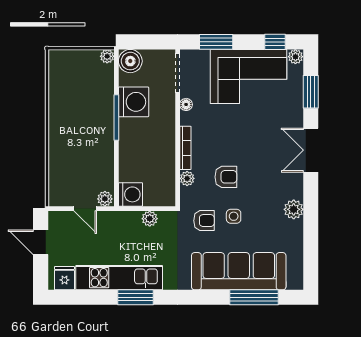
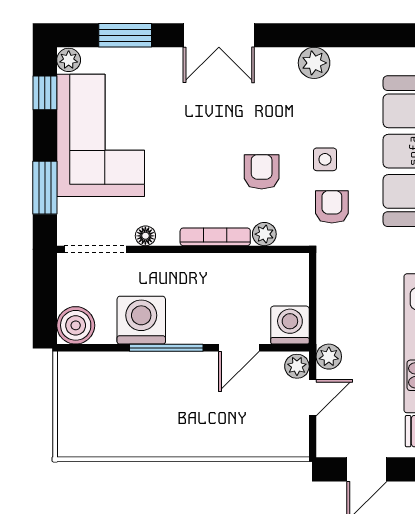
plant: (107, 56) -> (68, 363), removed
door: (116, 163) -> (239, 348), added
plant: (150, 219) -> (329, 357), moved

